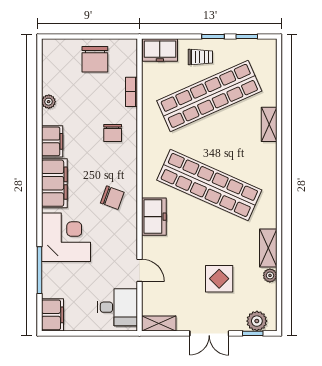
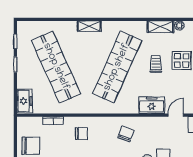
trolley: (200, 57) -> (156, 64), moved
shelving: (269, 124) -> (89, 26), moved
freezer: (154, 217) -> (152, 105), moved

